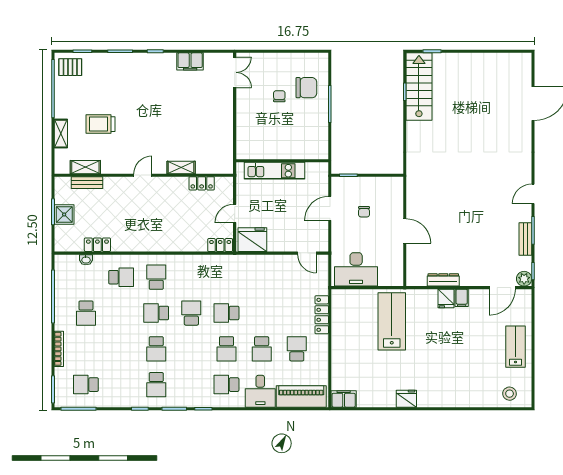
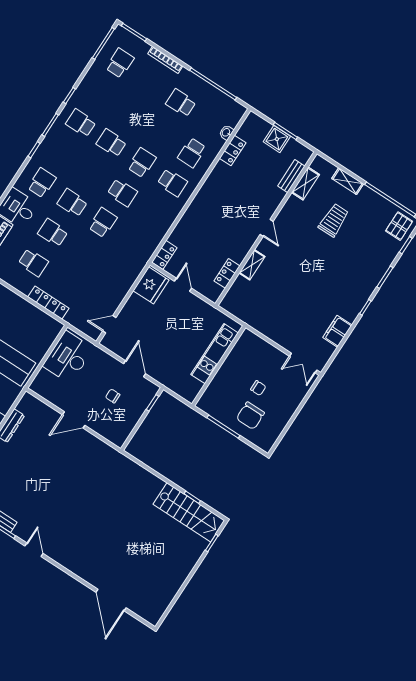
wall: (282, 161) -> (219, 366), moved
kitchen unit: (274, 171) -> (215, 354), moved

